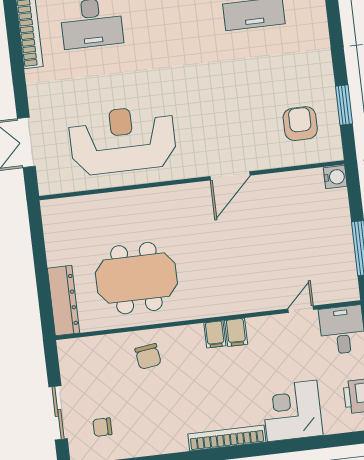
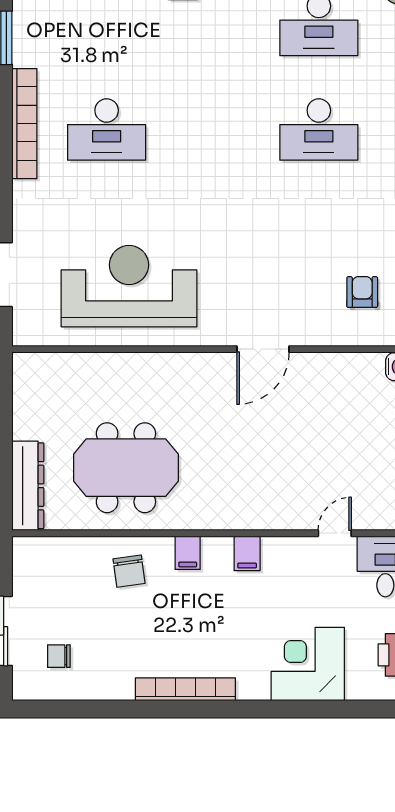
armchair: (300, 124) -> (362, 292), width x0.72, depth x0.72
filing cabinet: (215, 334) -> (188, 553), moved
bookcase: (227, 438) -> (185, 689), moved

